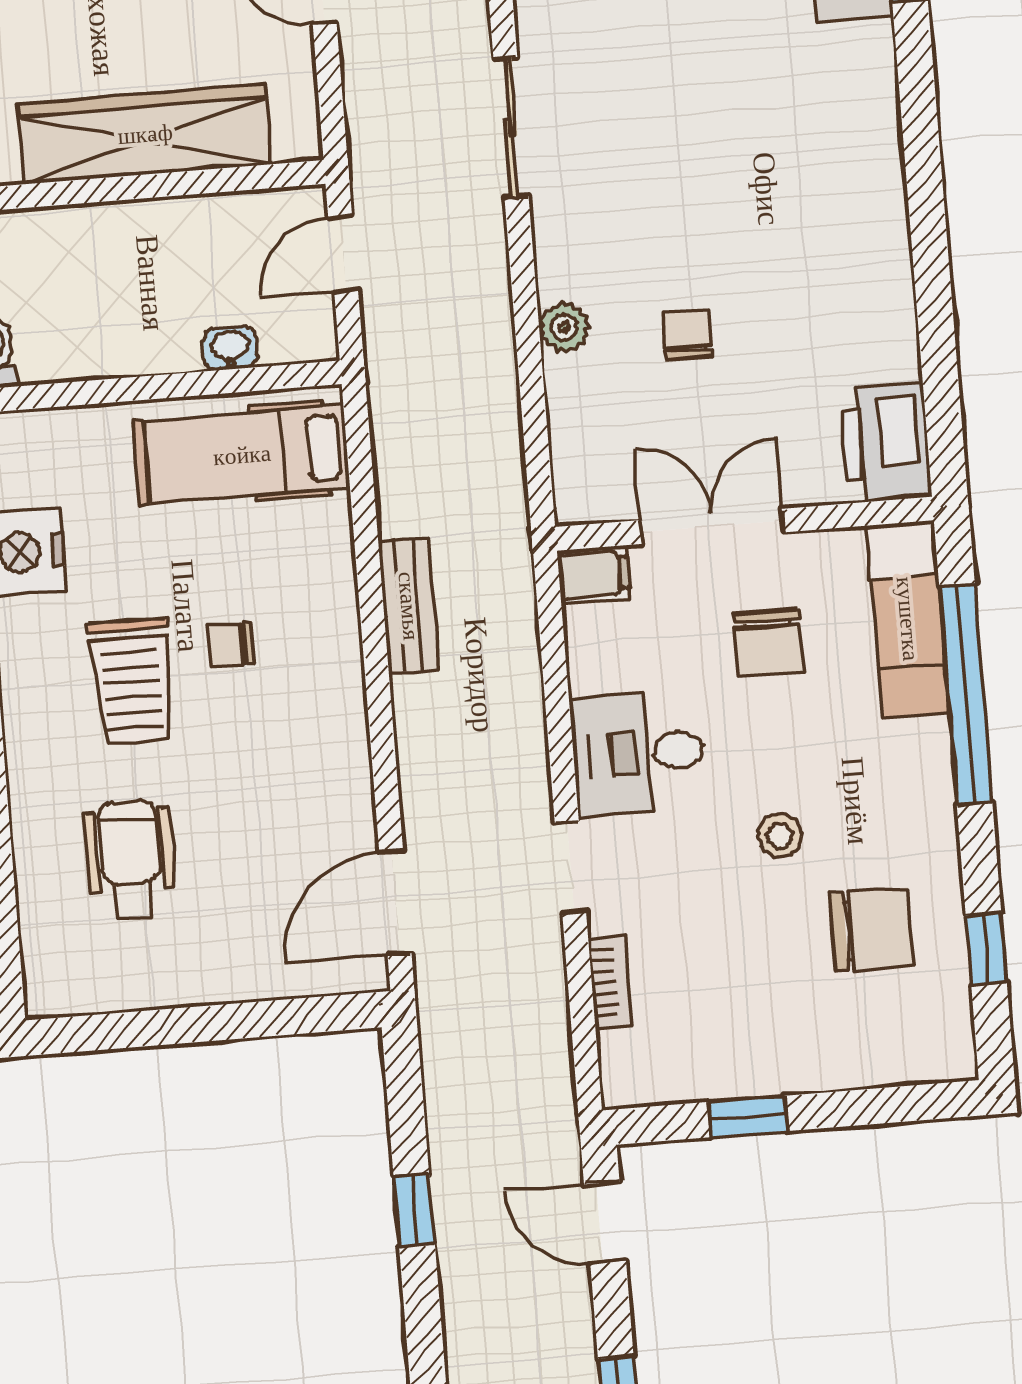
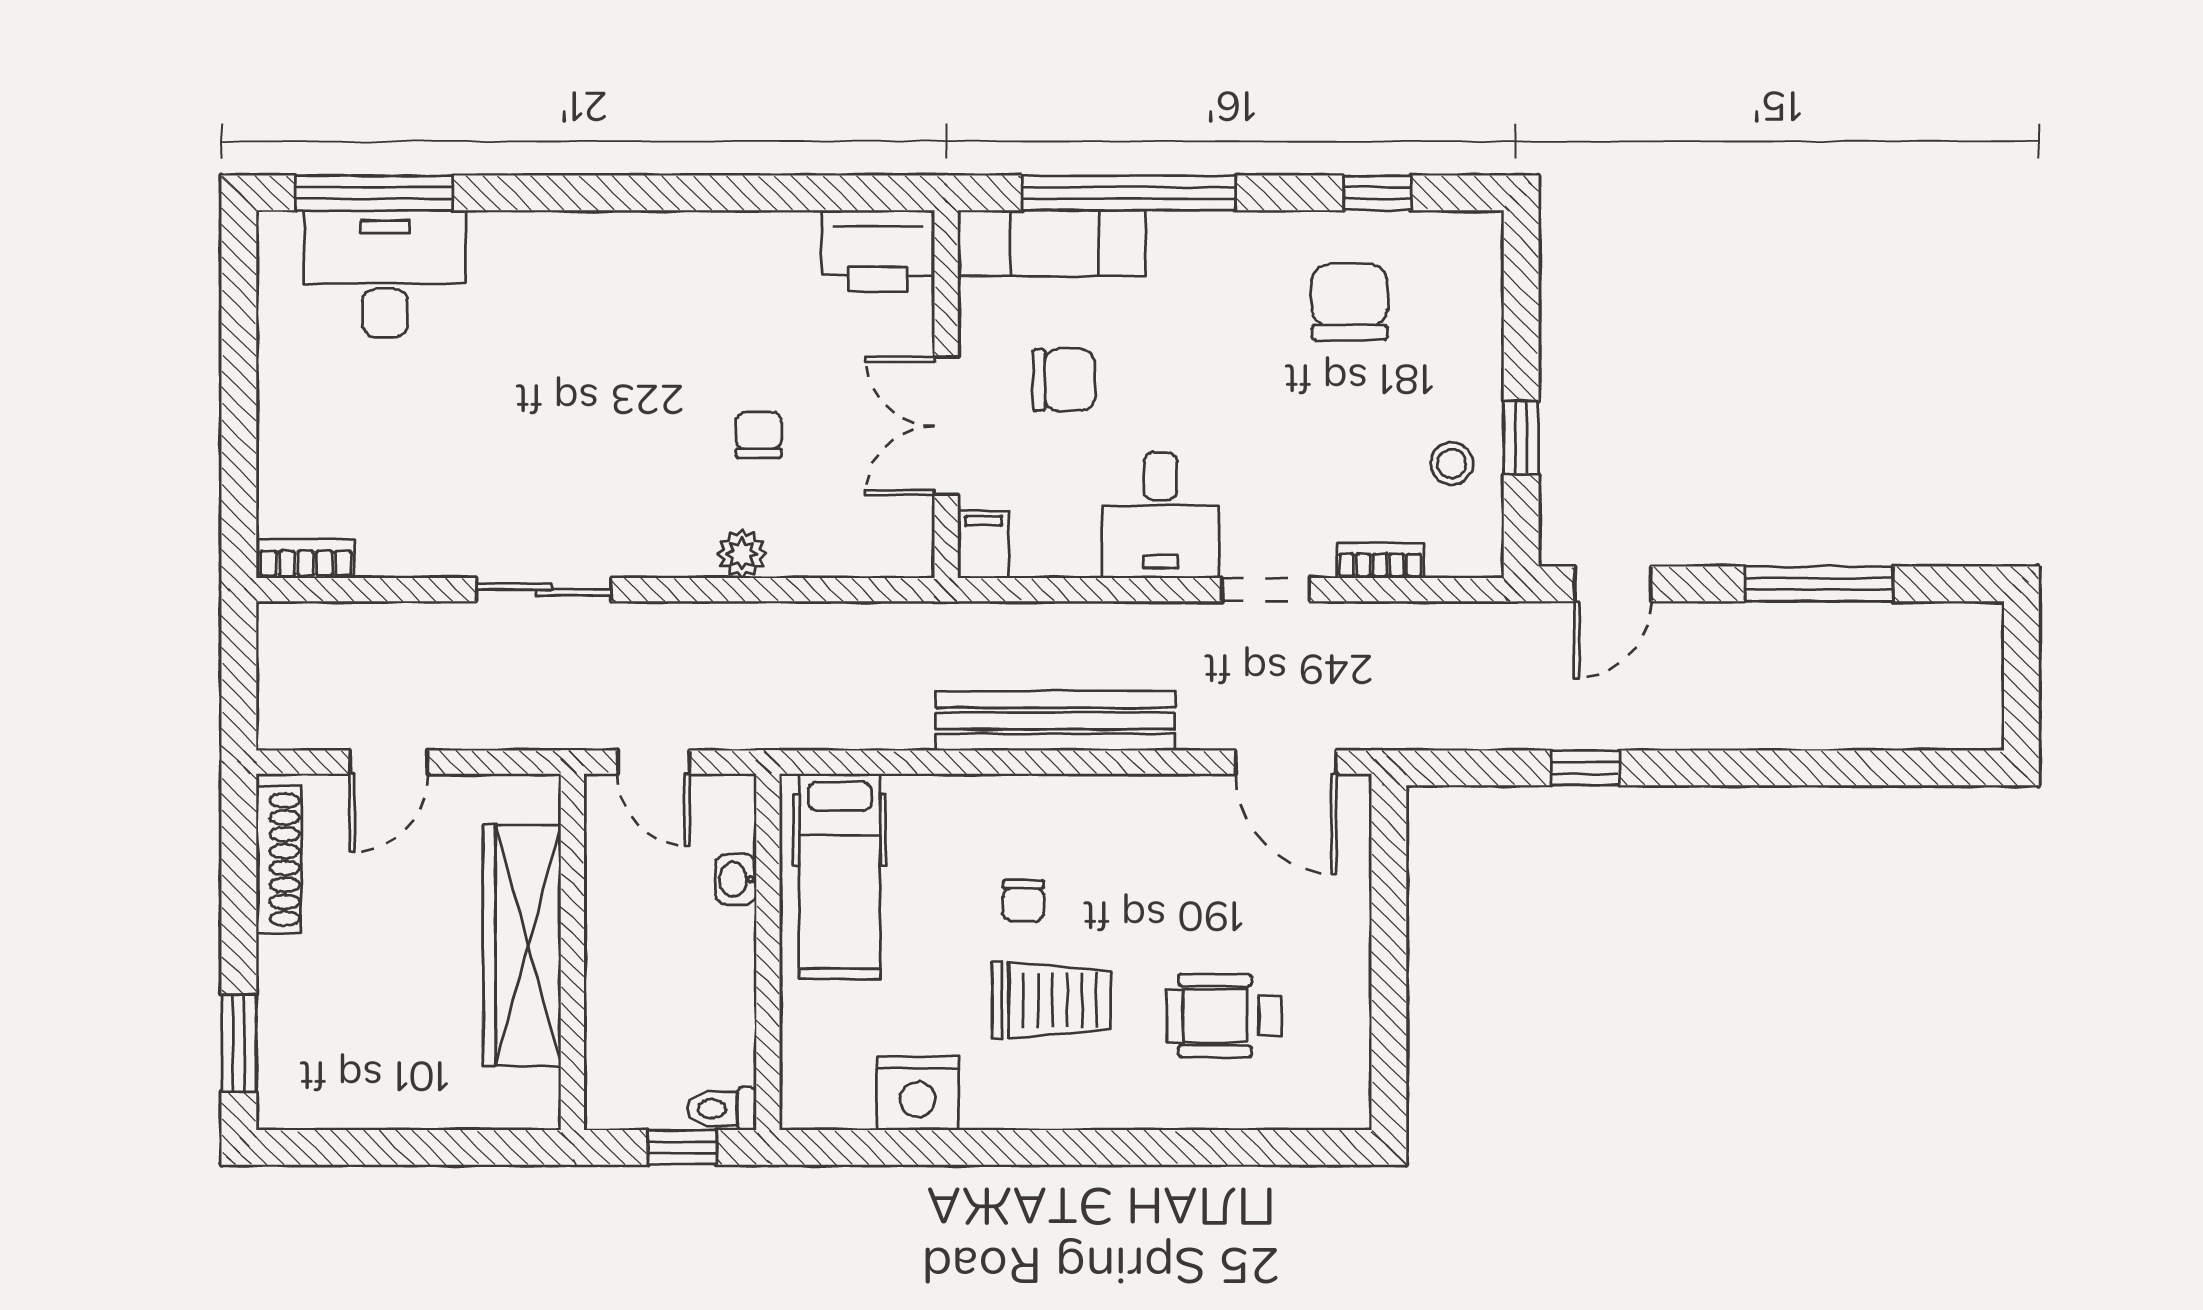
chair: (687, 335) -> (759, 435), turned 90
bench: (409, 606) -> (1055, 721), width x1.86, depth x1.21
stool: (780, 836) -> (1452, 464), moved

